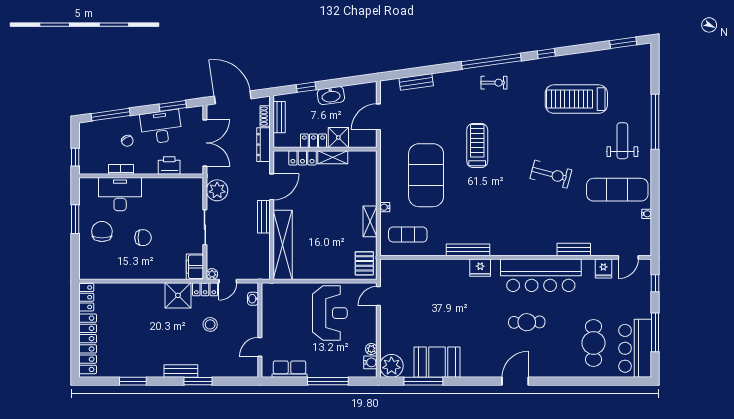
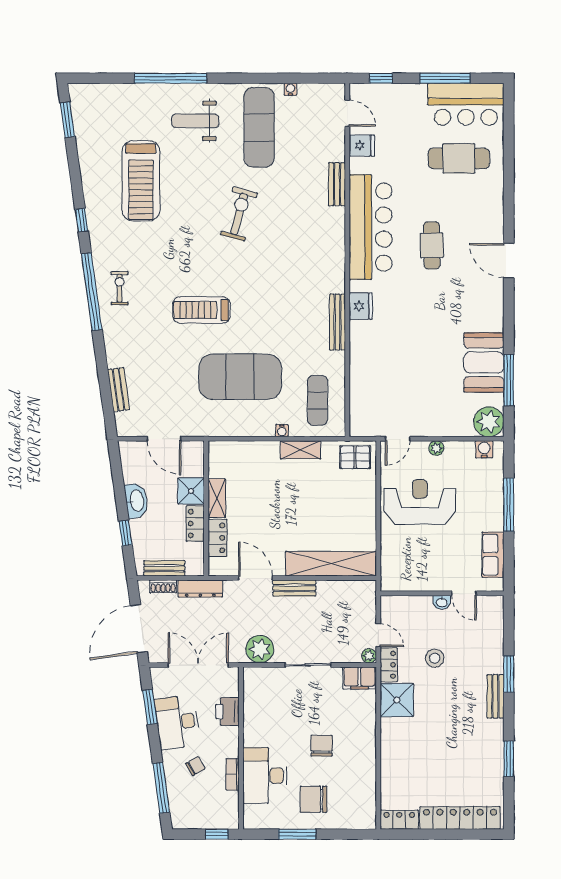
door: (378, 296) -> (398, 439), hinge flipped
washbasin: (253, 299) -> (442, 602), moved
plant: (371, 349) -> (436, 448), moved

